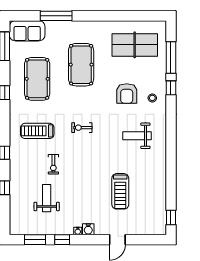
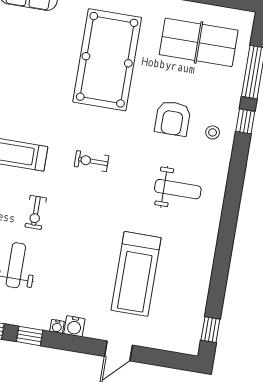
pool table: (81, 65) -> (107, 60), width x1.36, depth x1.32
pool table: (37, 79) -> (33, 71), removed
weight bench: (137, 136) -> (178, 189), turned 180
treadmill: (120, 191) -> (136, 274), width x1.37, depth x1.37

